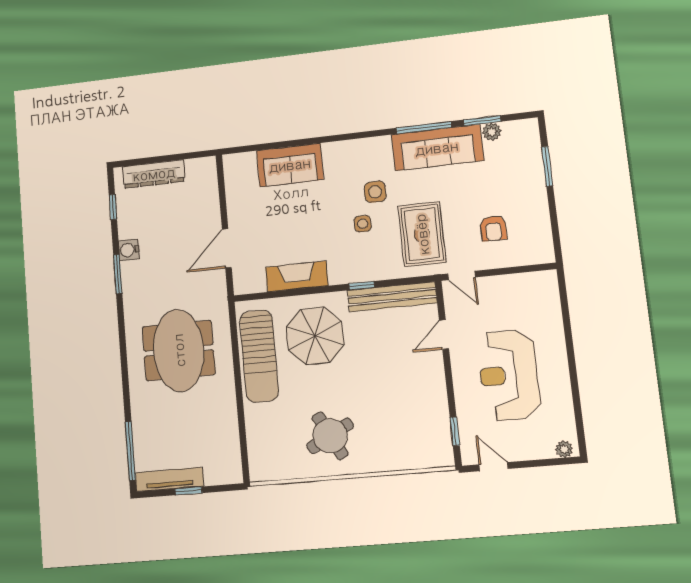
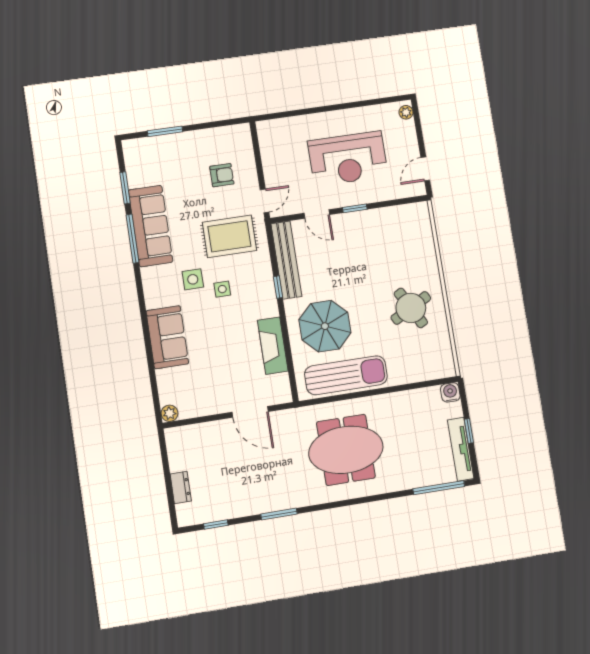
plant: (492, 132) -> (170, 413), moved
sofa: (290, 165) -> (167, 337), moved
dresser: (154, 174) -> (181, 488), width x0.51, depth x0.80
water cooler: (129, 250) -> (450, 392), moved, turned 180
window: (455, 431) -> (355, 208), moved

